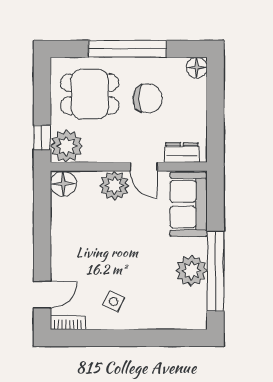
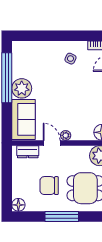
window: (127, 49) -> (62, 216), width x0.68
plant: (114, 186) -> (66, 135), width x0.53, depth x0.53
plant: (192, 271) -> (22, 88), moved

